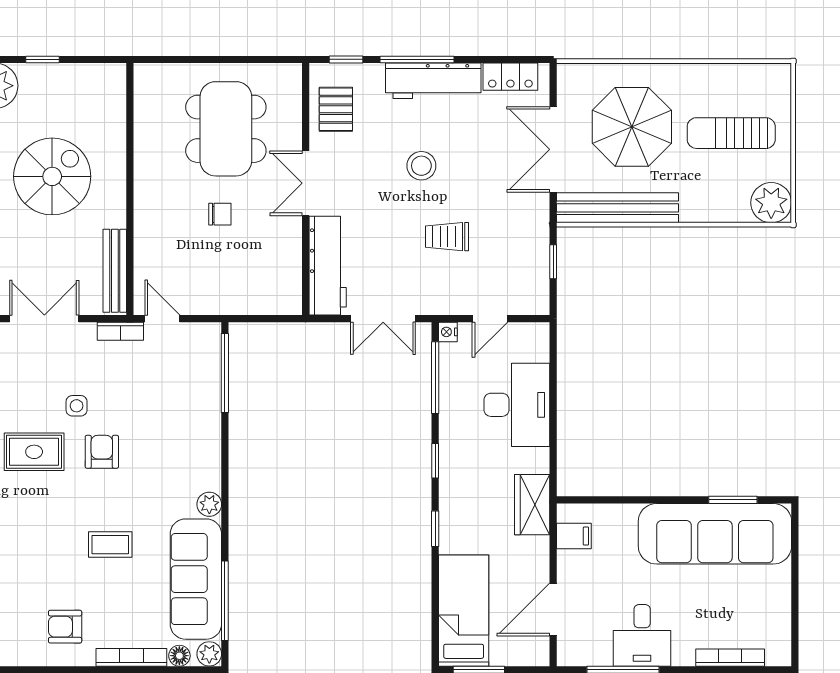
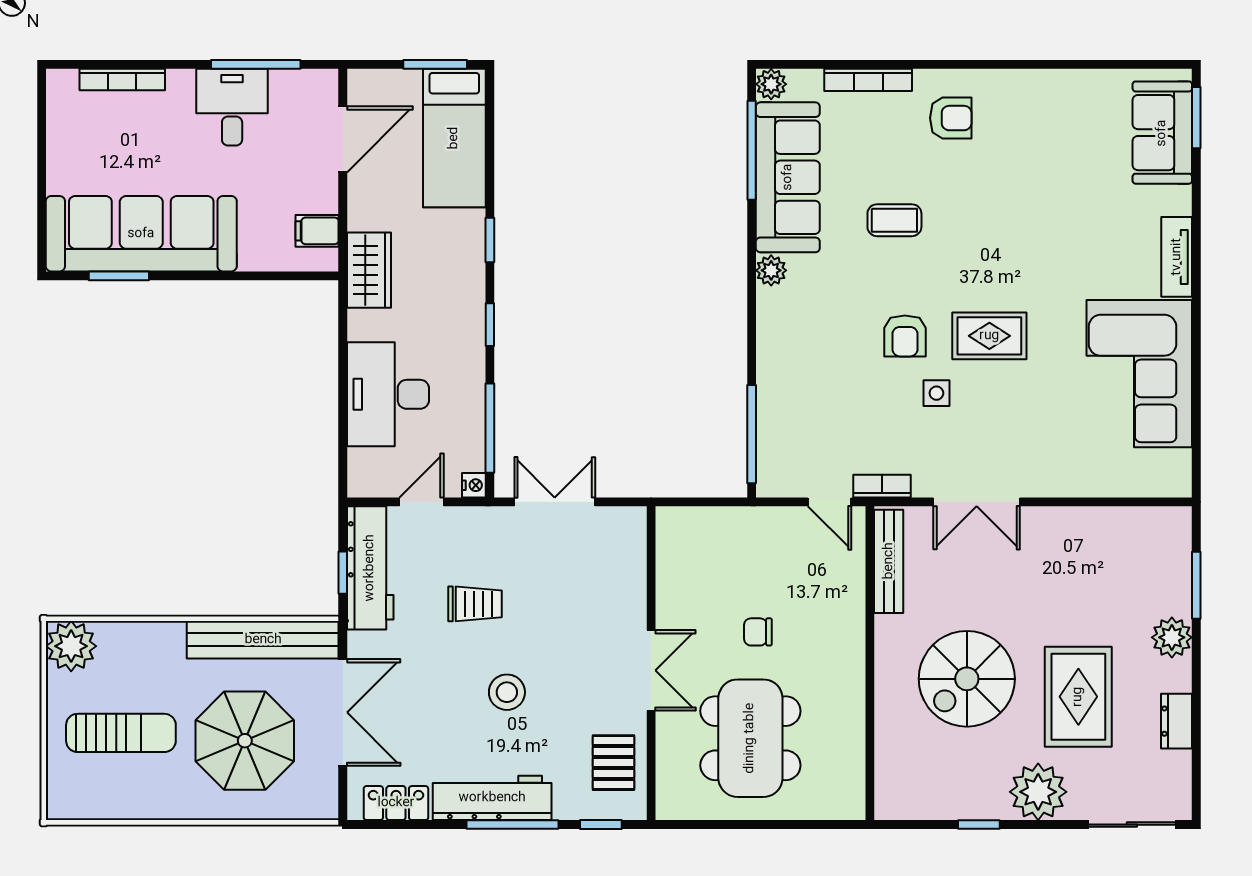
workbench: (328, 266) -> (370, 568), moved, turned 180
floor lamp: (179, 656) -> (808, 82), removed

